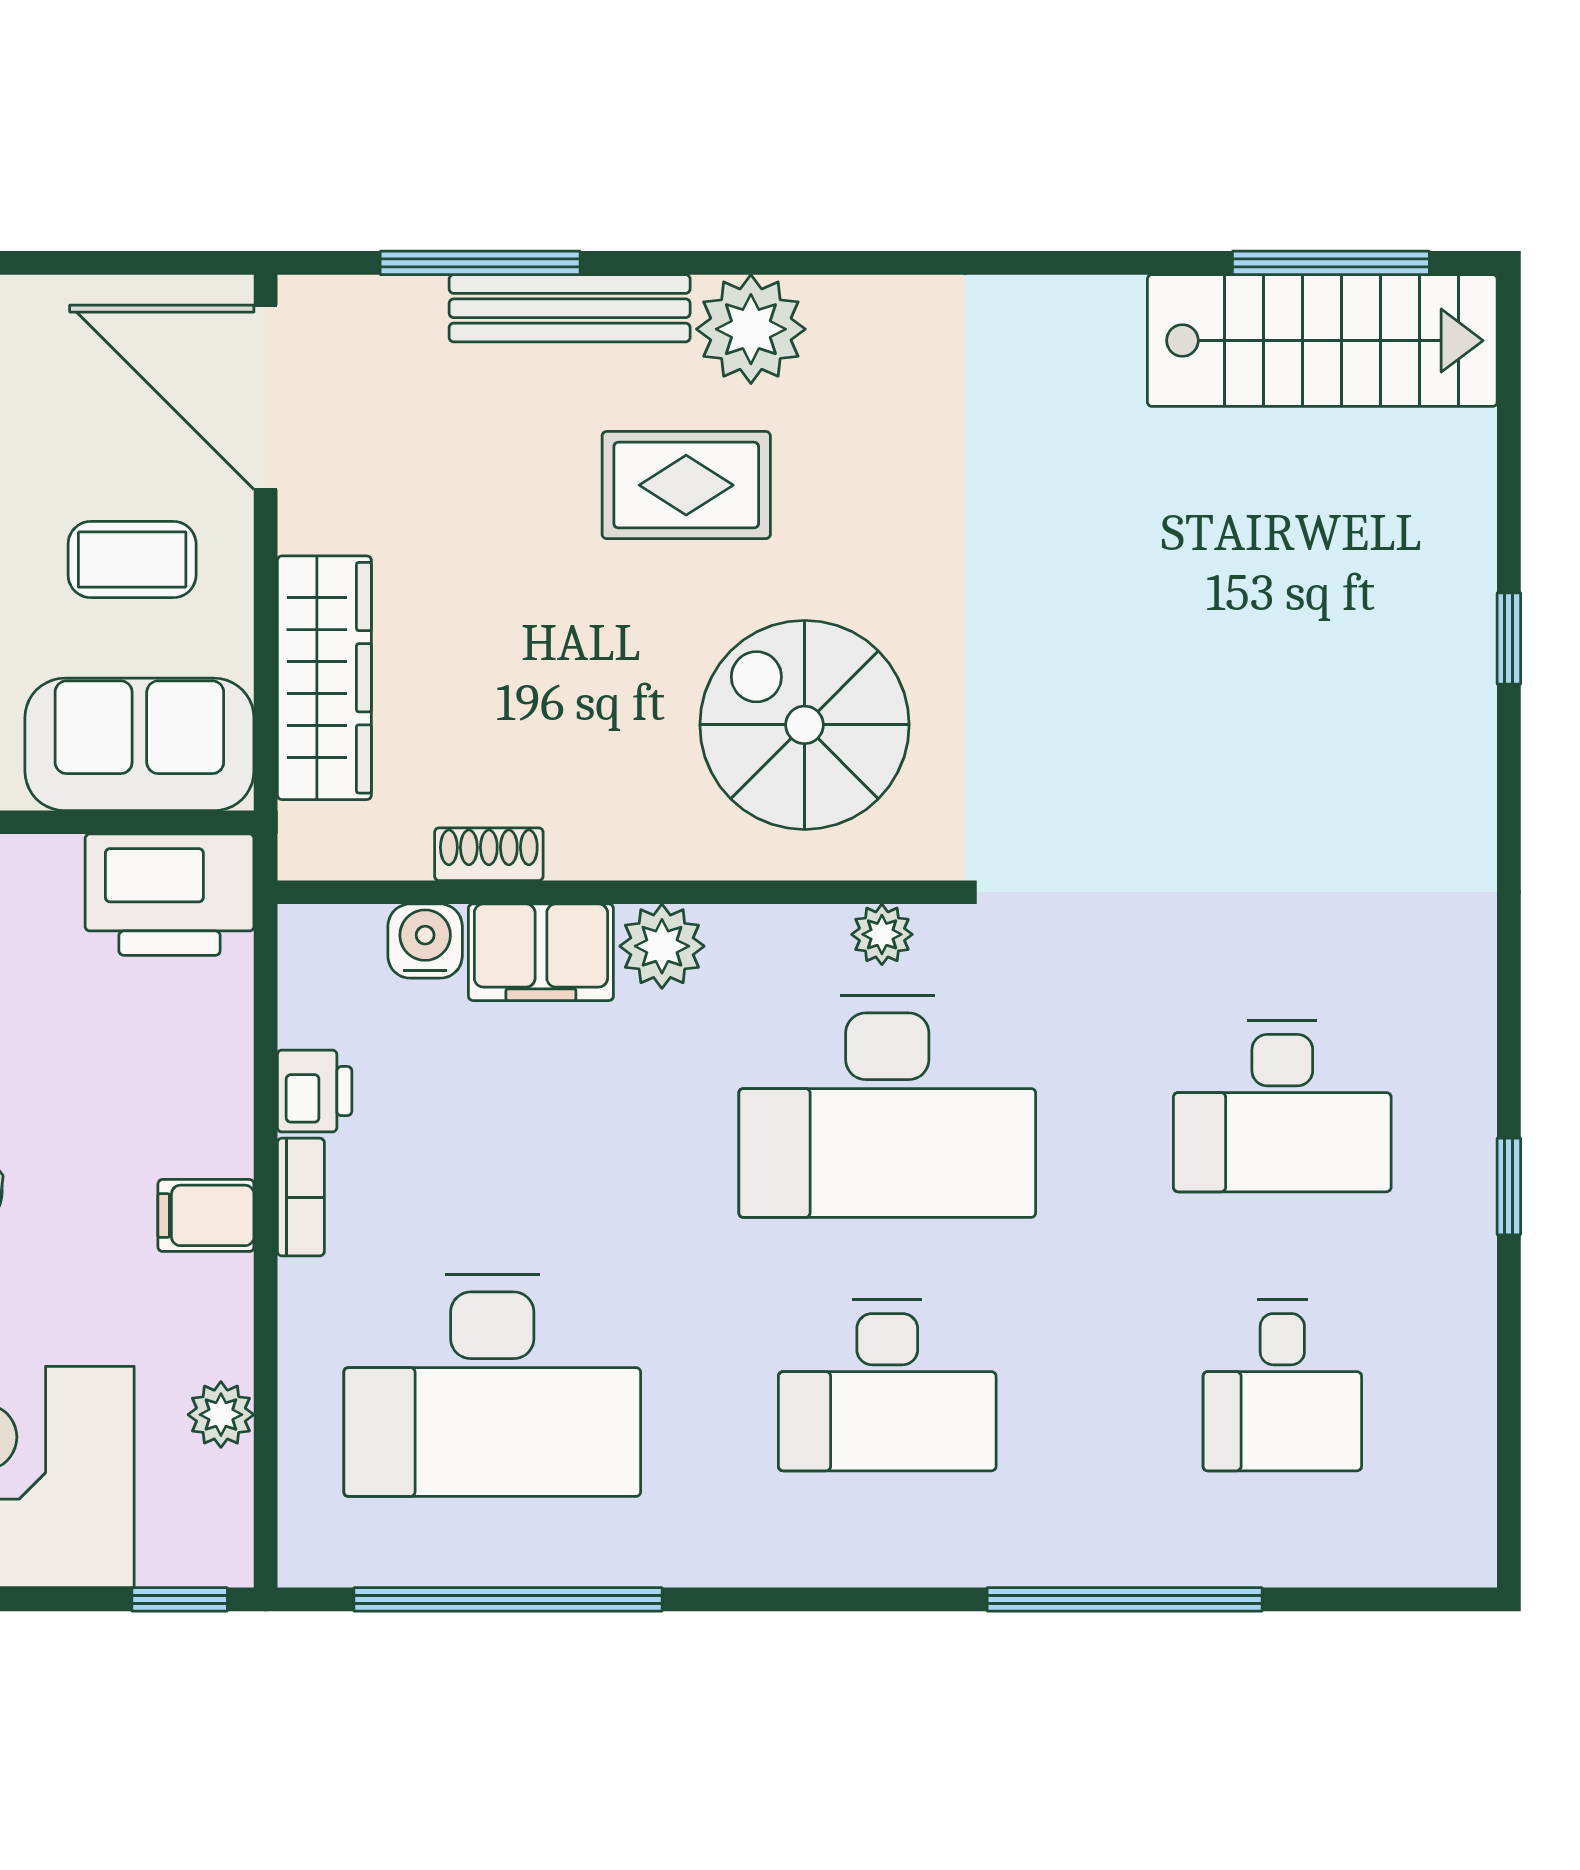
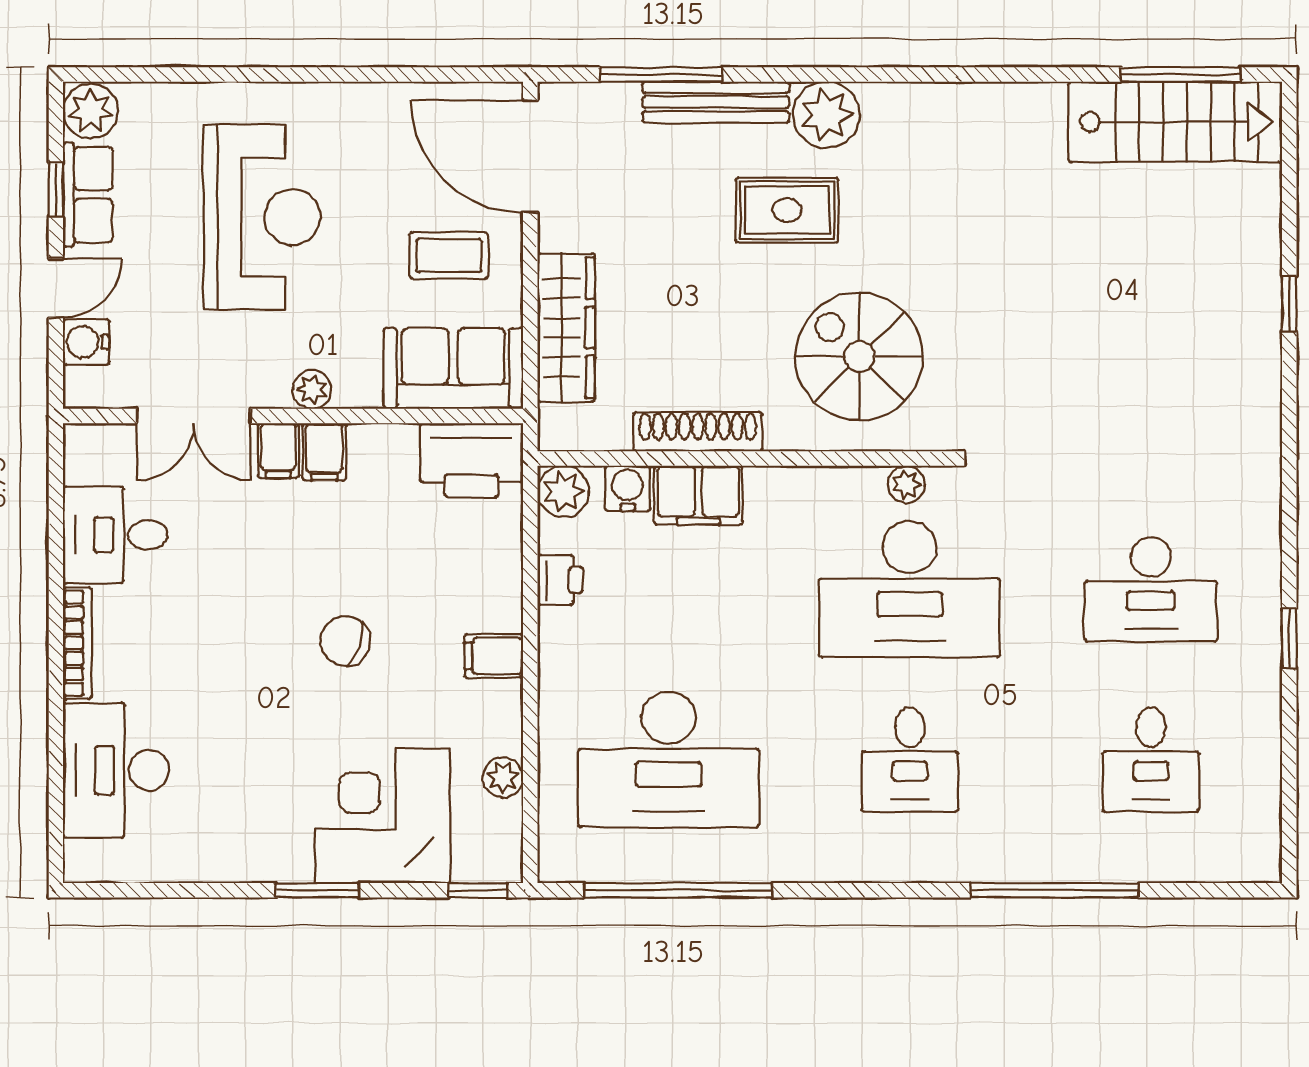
shoe rack: (489, 854) -> (698, 432), width x1.94, depth x1.24
plant: (662, 946) -> (563, 492), moved
bookcase: (301, 1197) -> (552, 645), removed
desk: (887, 1385) -> (910, 760), width x0.73

